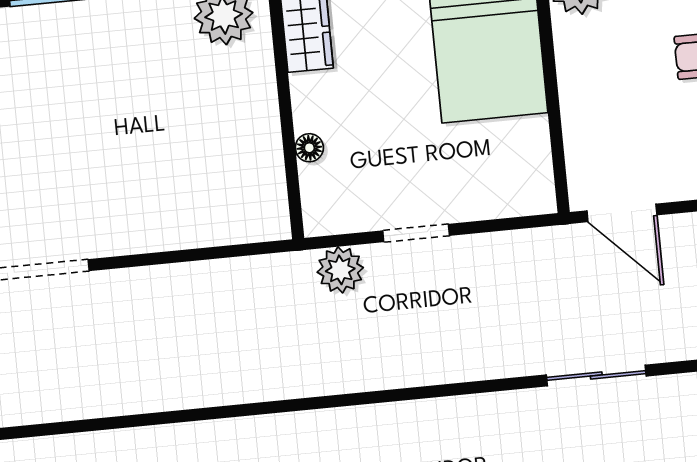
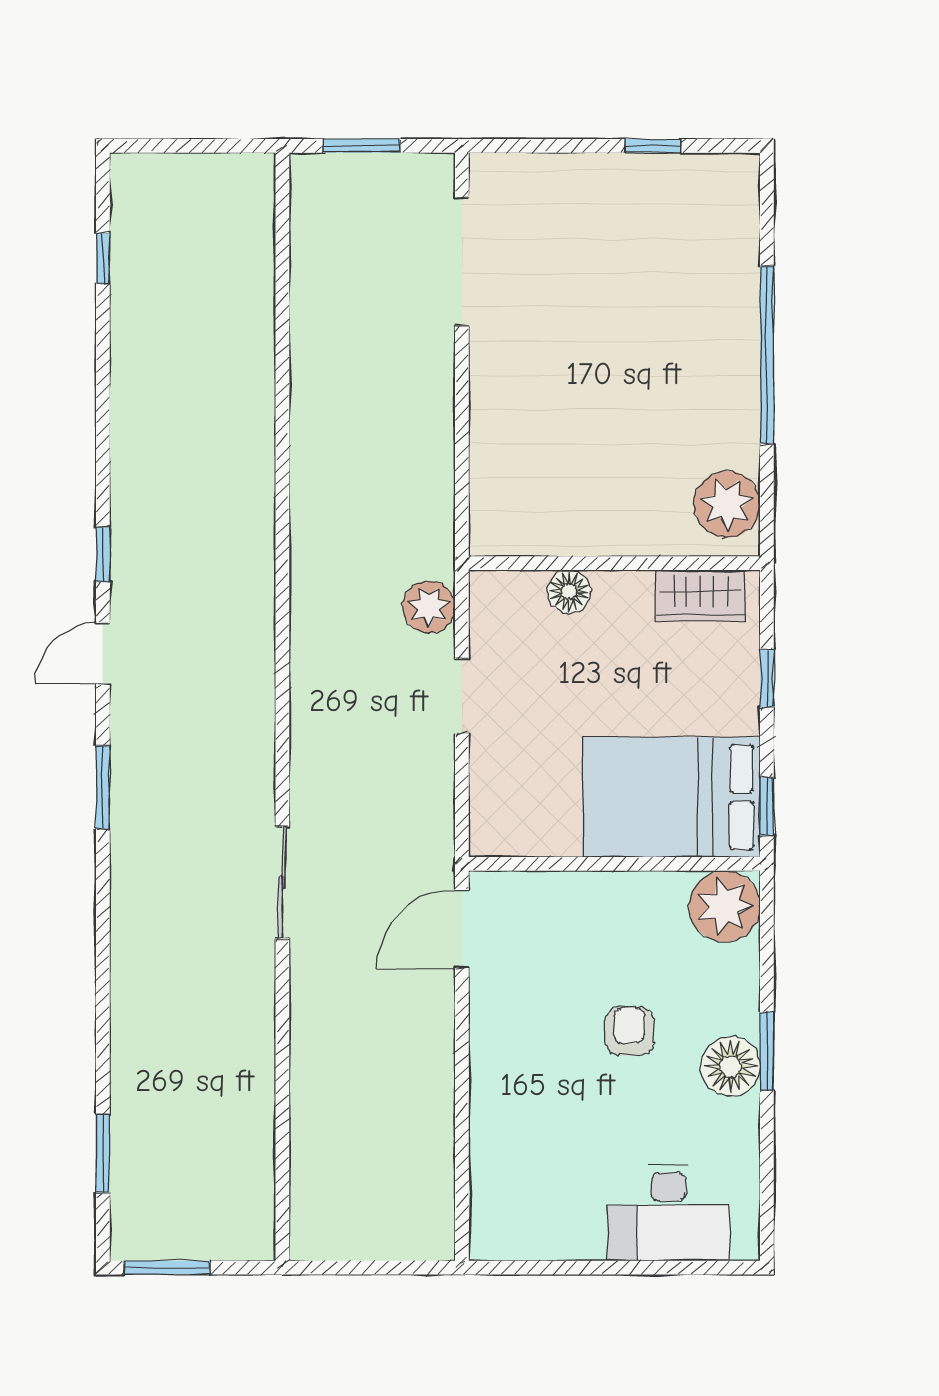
floor lamp: (309, 148) -> (569, 592), width x1.37, depth x1.37

